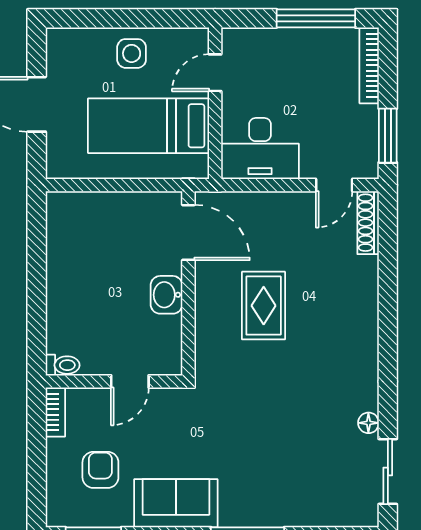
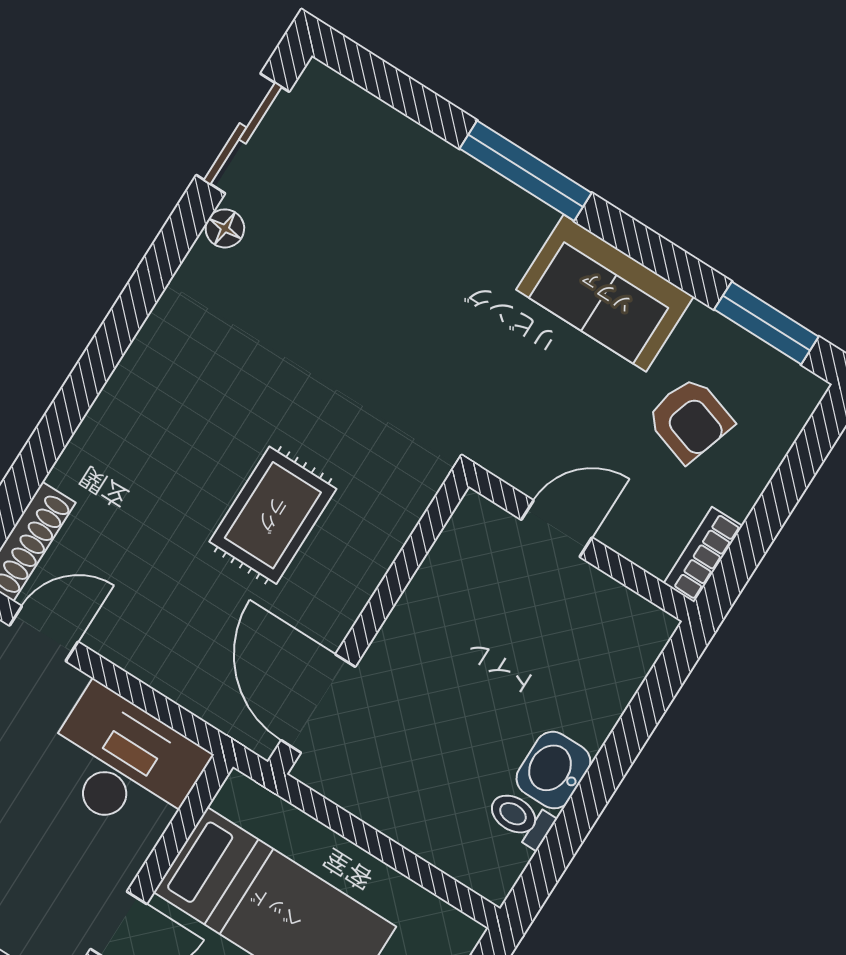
washbasin: (166, 295) -> (553, 770), moved, turned 180
toilet: (63, 365) -> (520, 818), moved
armchair: (100, 470) -> (690, 420), turned -72

